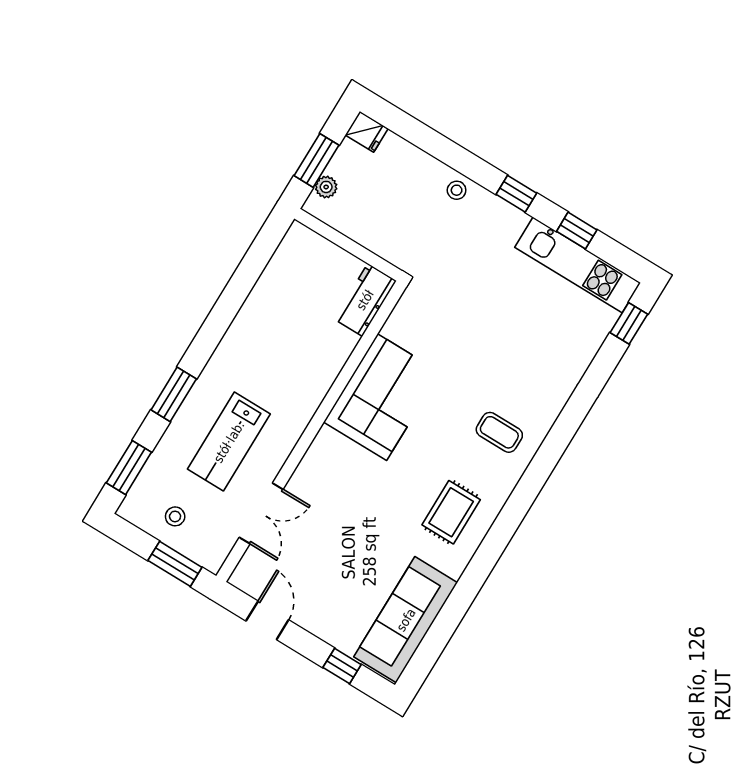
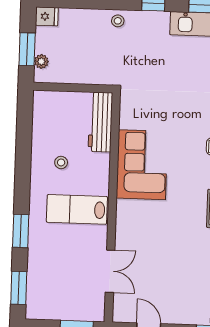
workbench: (365, 300) -> (100, 122), width x1.38
lab bench: (229, 442) -> (77, 209), moved, turned 90
stool: (175, 516) -> (61, 162), moved

